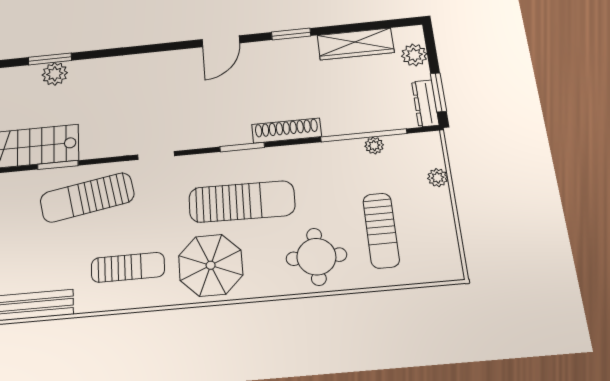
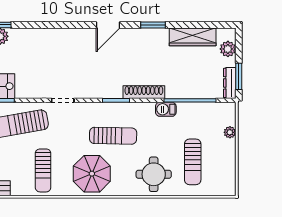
plant: (374, 146) -> (195, 108), removed
barbecue: (325, 153) -> (166, 109), added
sun lounger: (242, 202) -> (113, 136), width x0.73, depth x0.75
sun lounger: (128, 267) -> (43, 170), turned 90

